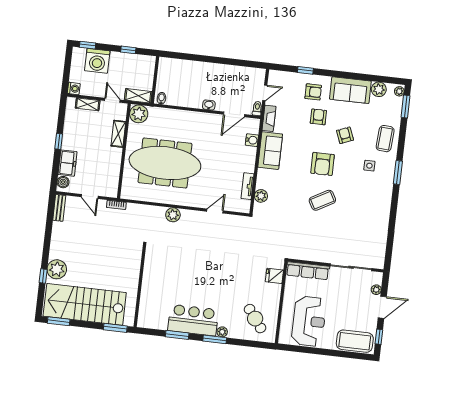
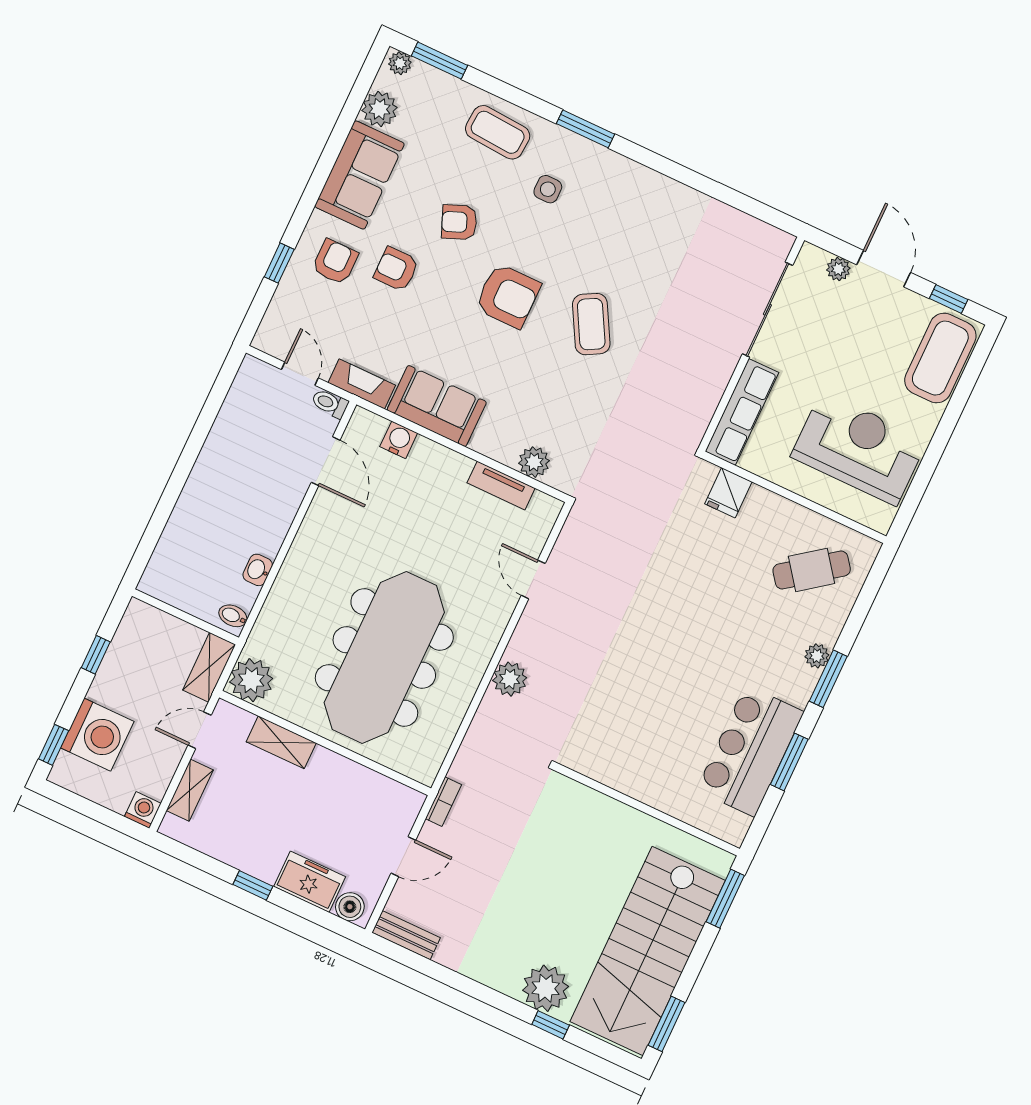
washbasin: (209, 105) -> (258, 570), moved
bar counter: (193, 320) -> (750, 751), moved

